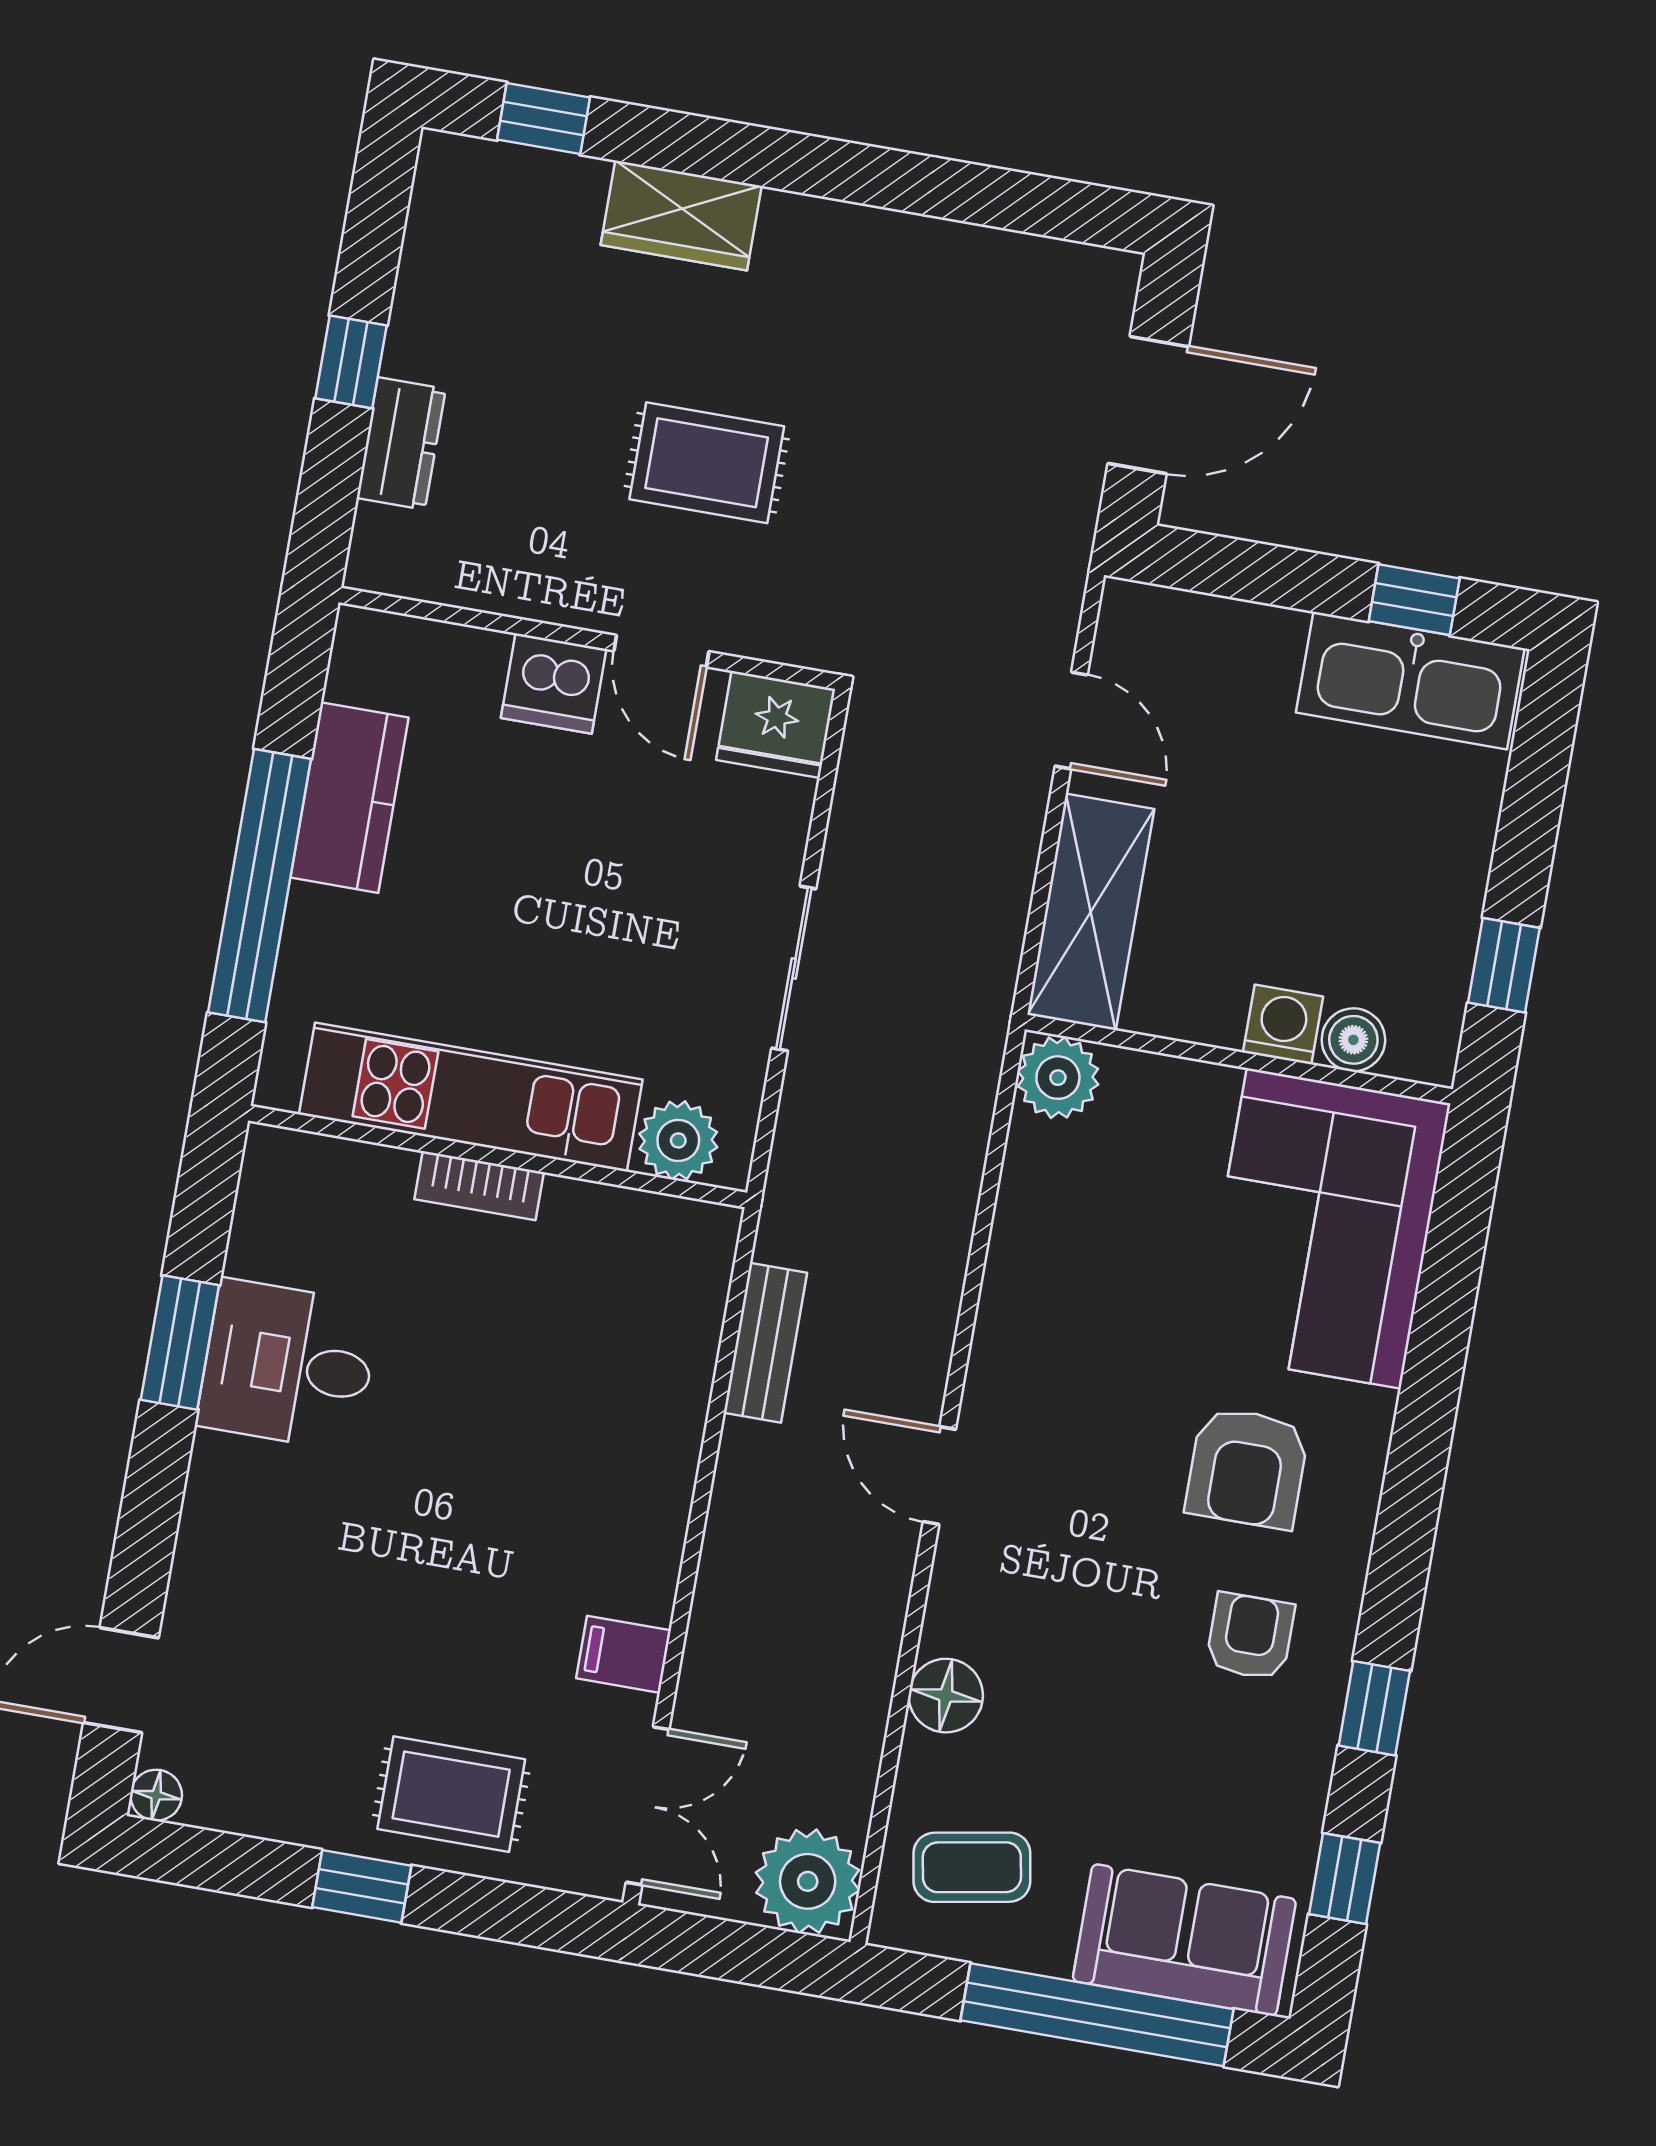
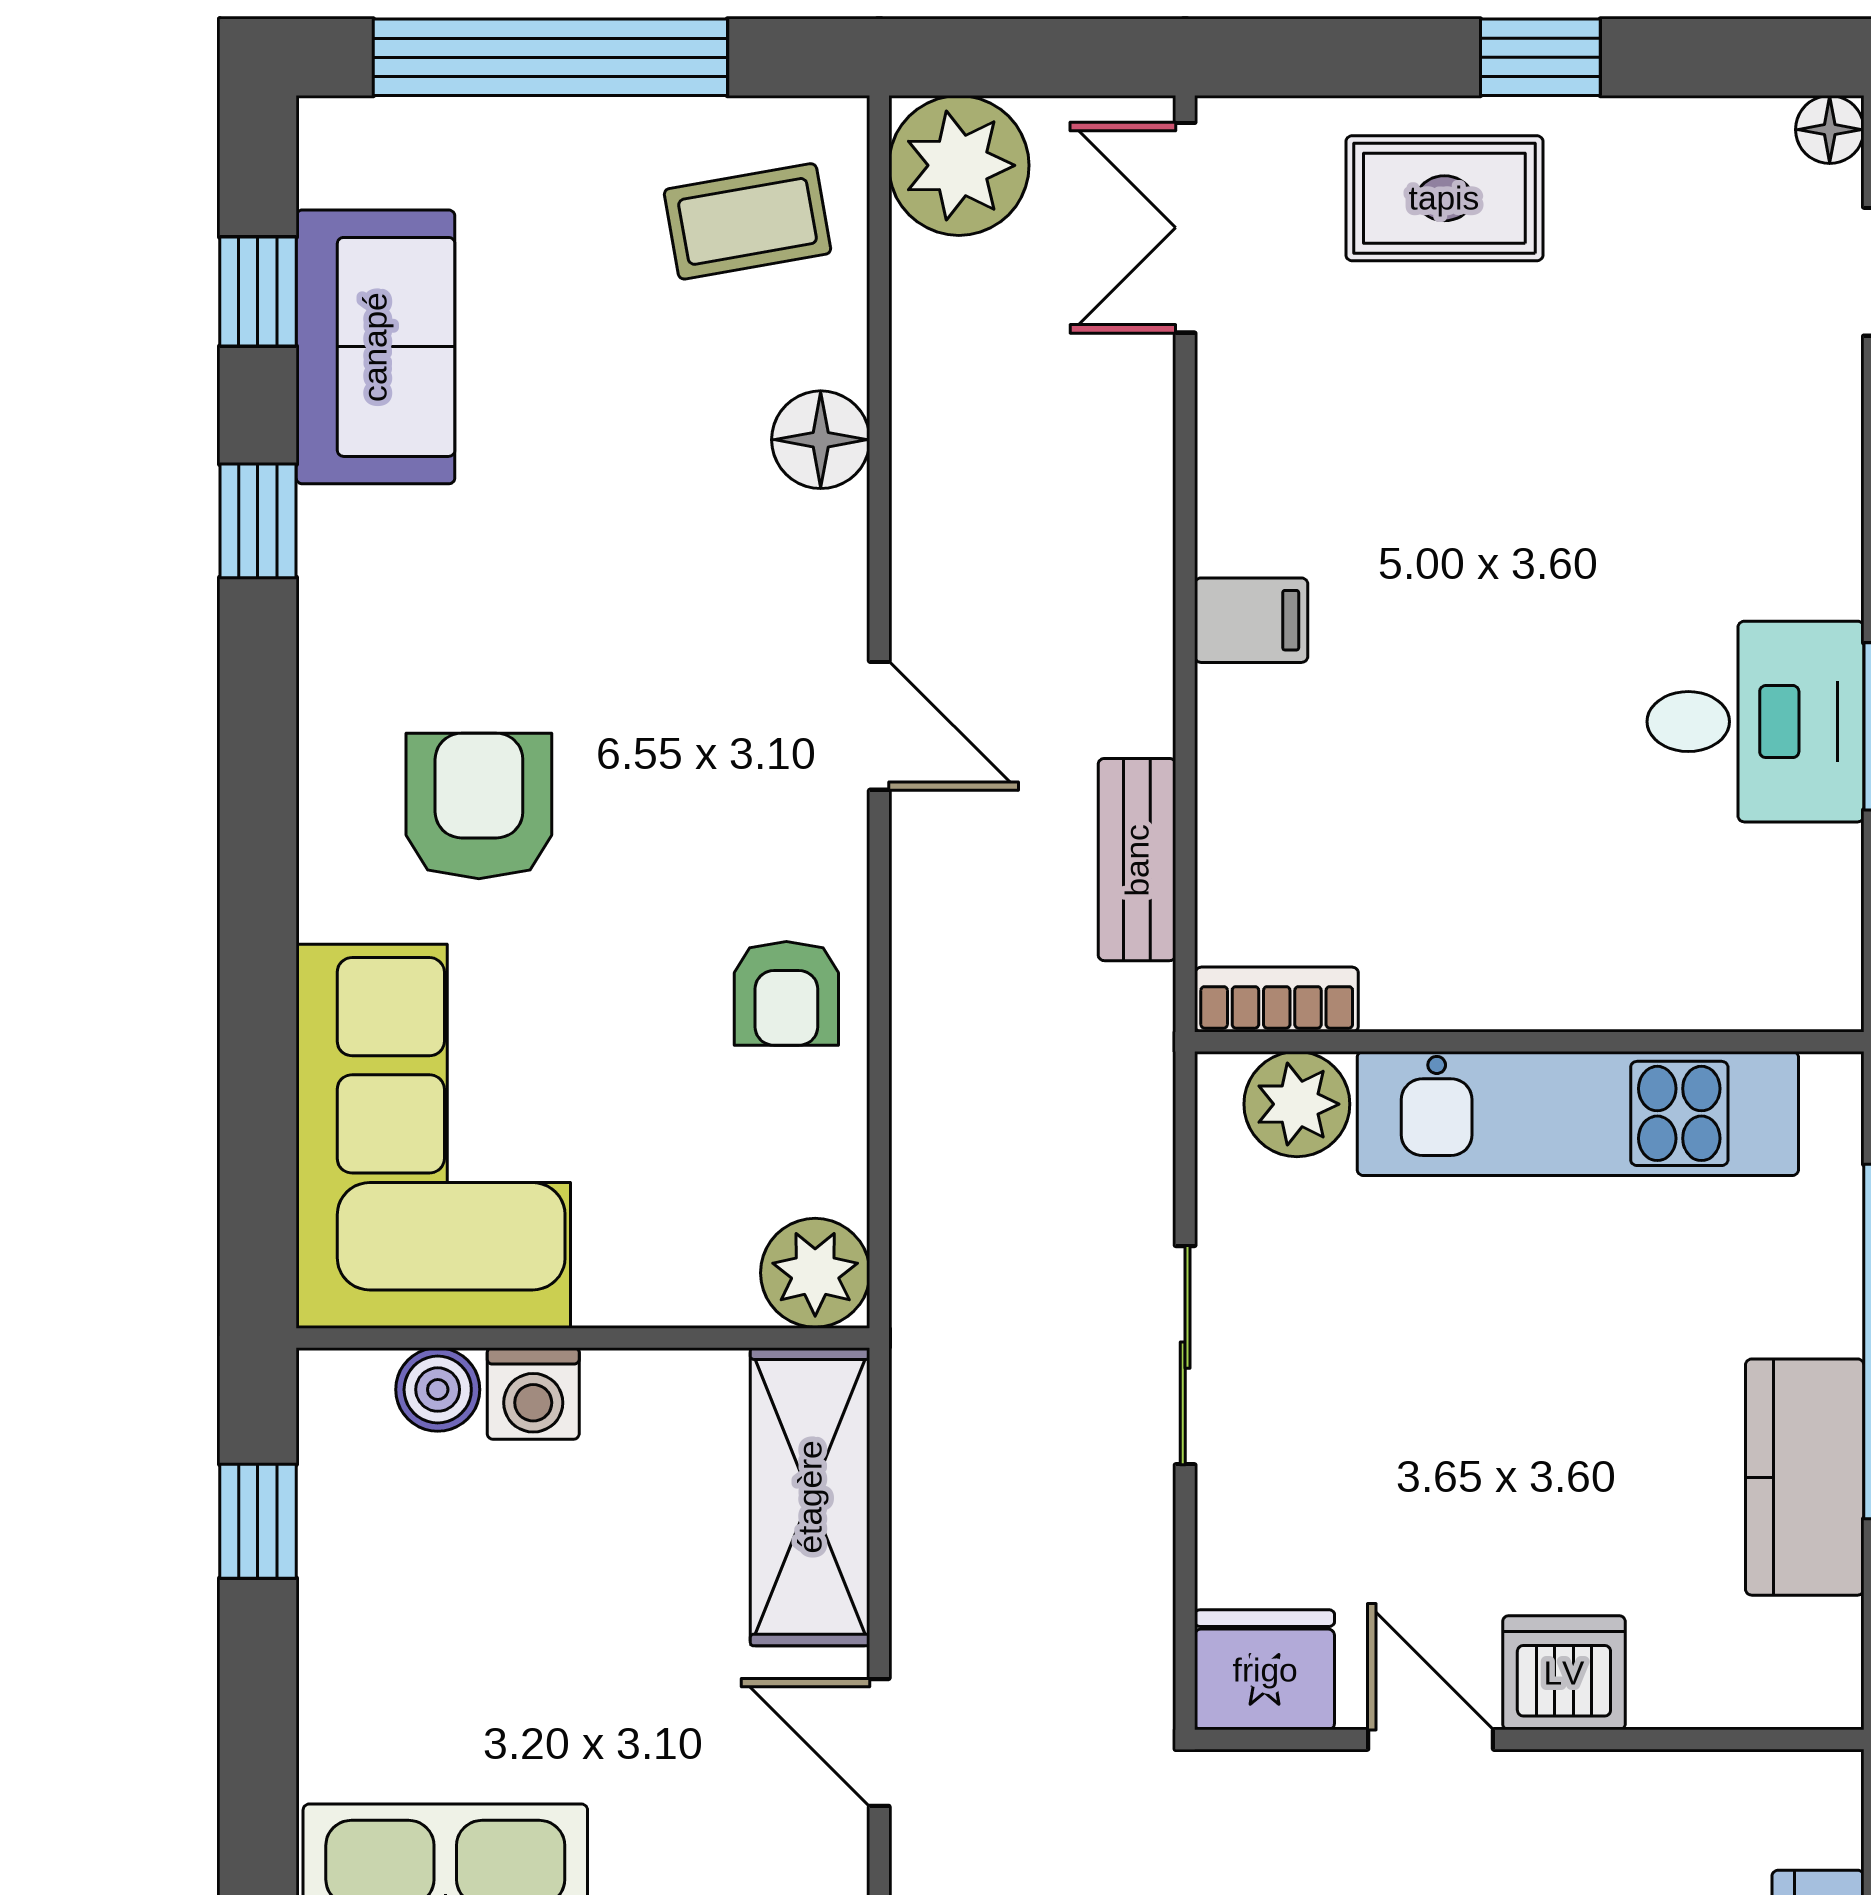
bookcase: (479, 1186) -> (1277, 1000), moved
armchair: (1250, 1636) -> (786, 993), moved
filing cabinet: (624, 1654) -> (1251, 620), moved
sofa: (1184, 1940) -> (375, 347), moved, turned -90

